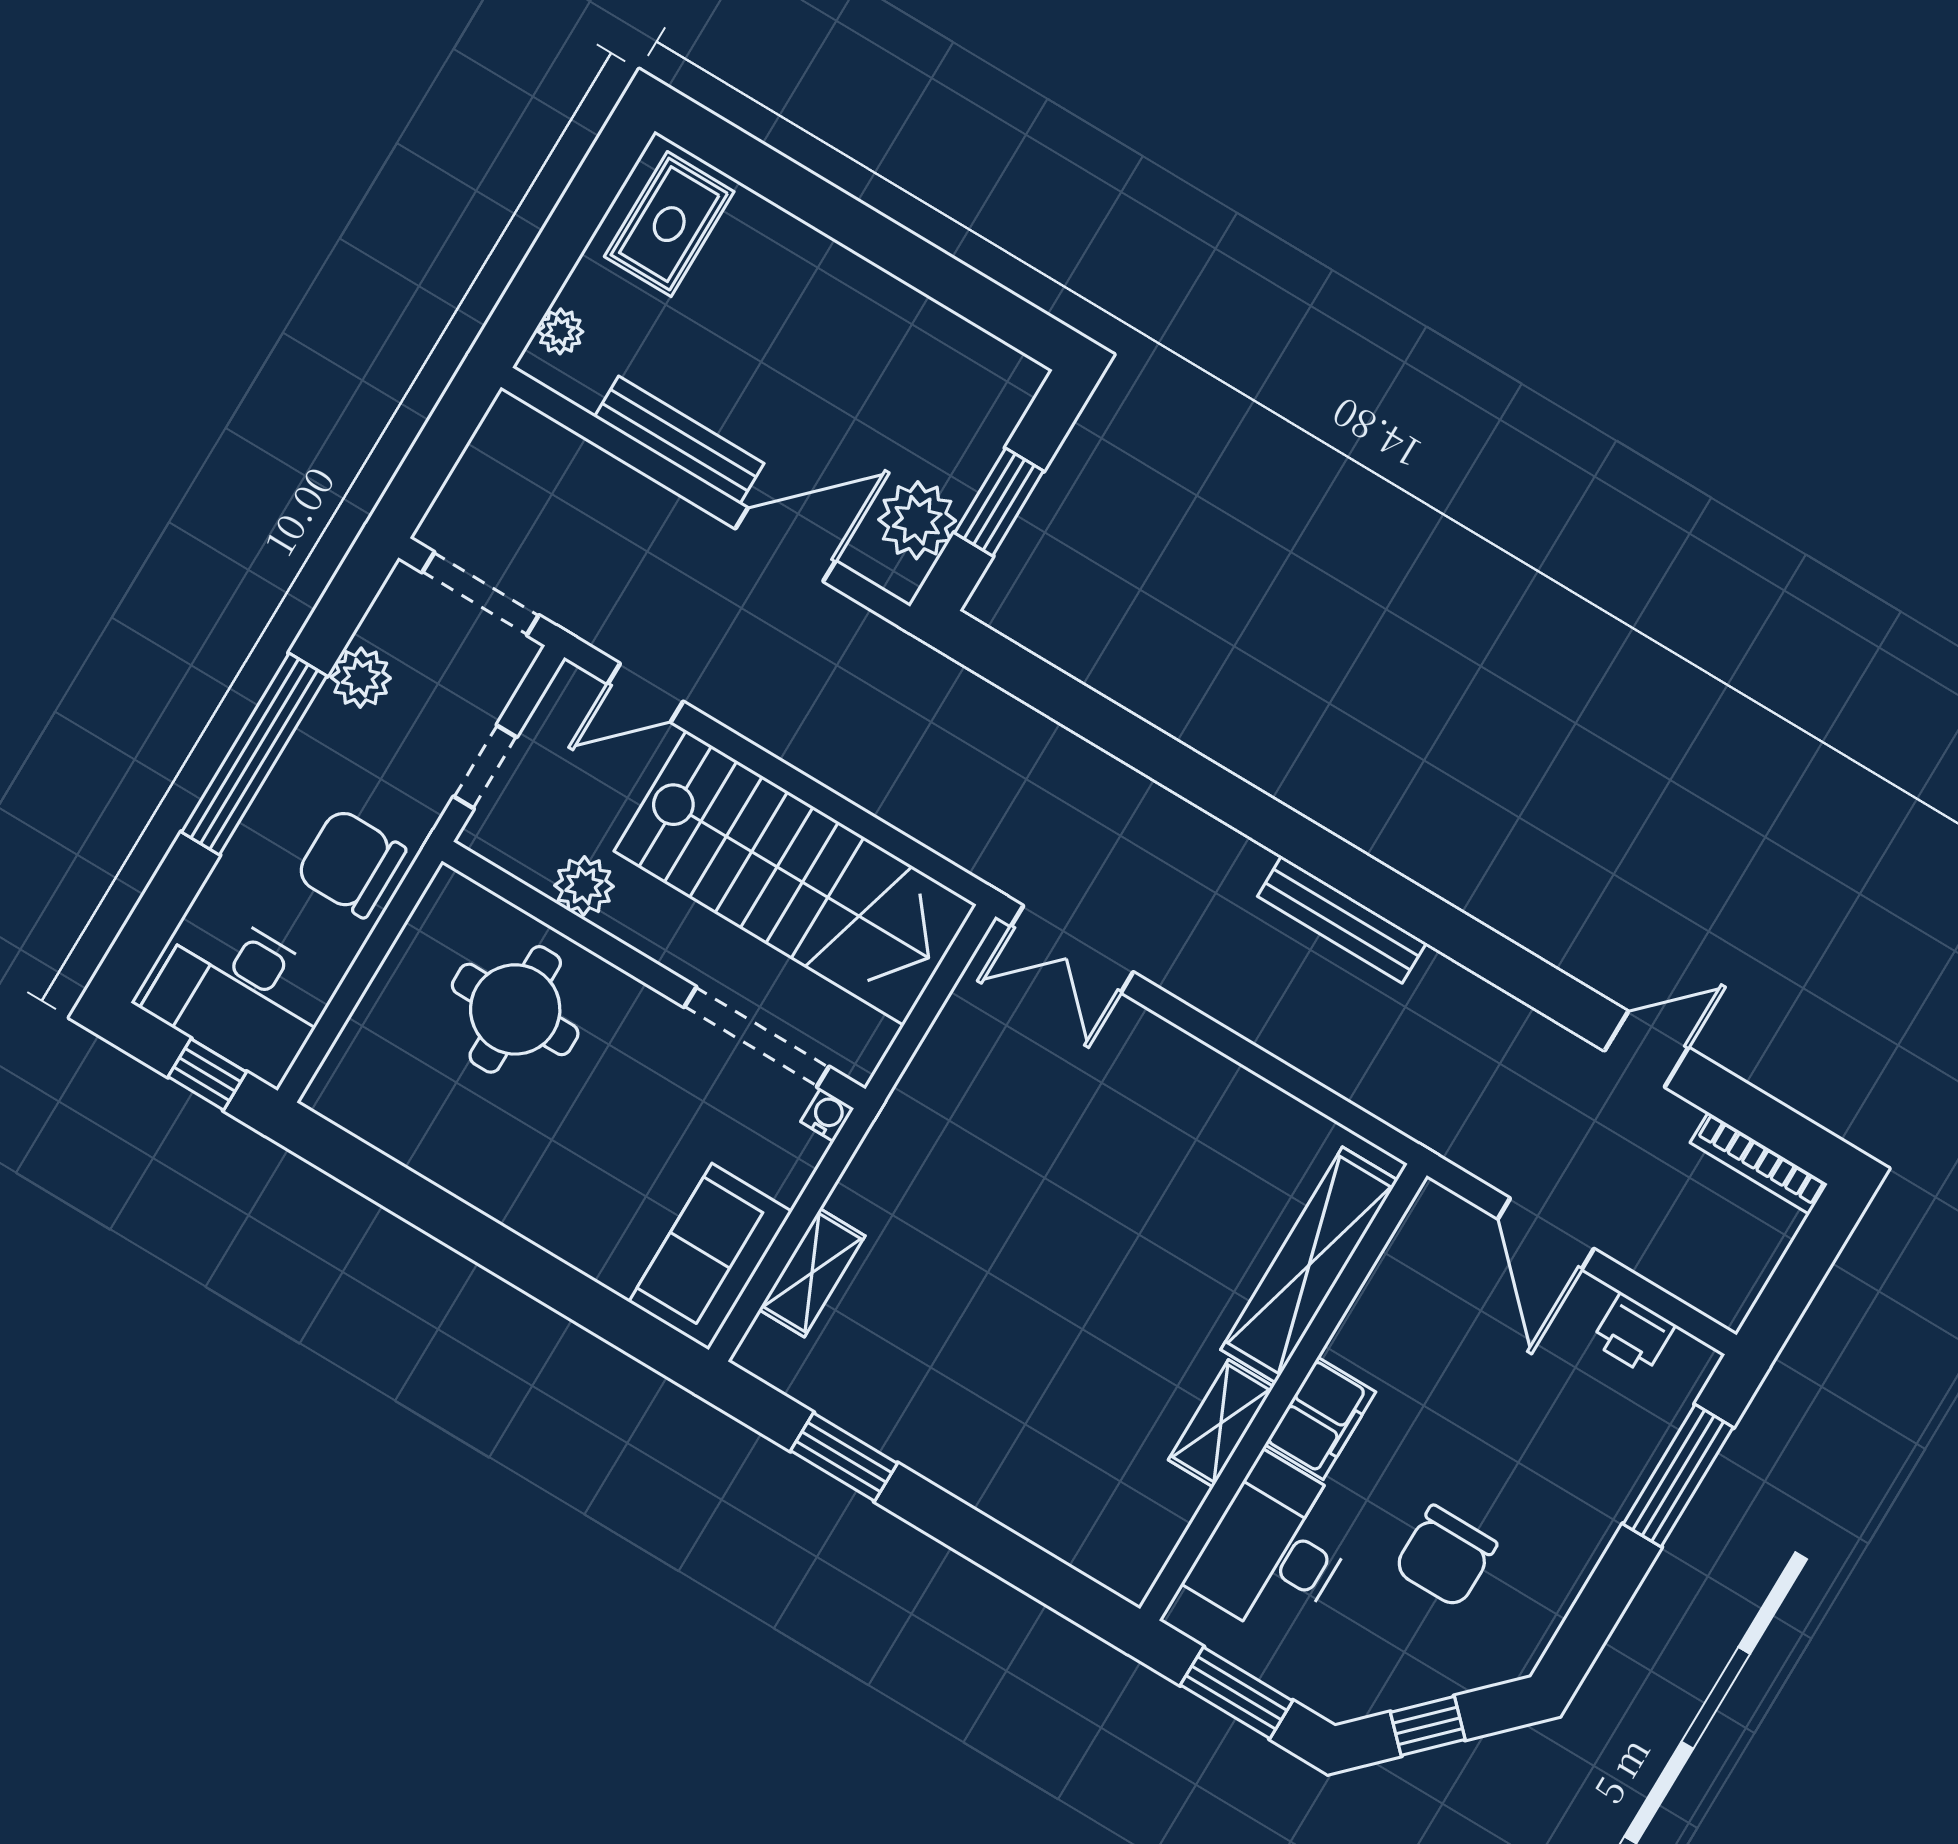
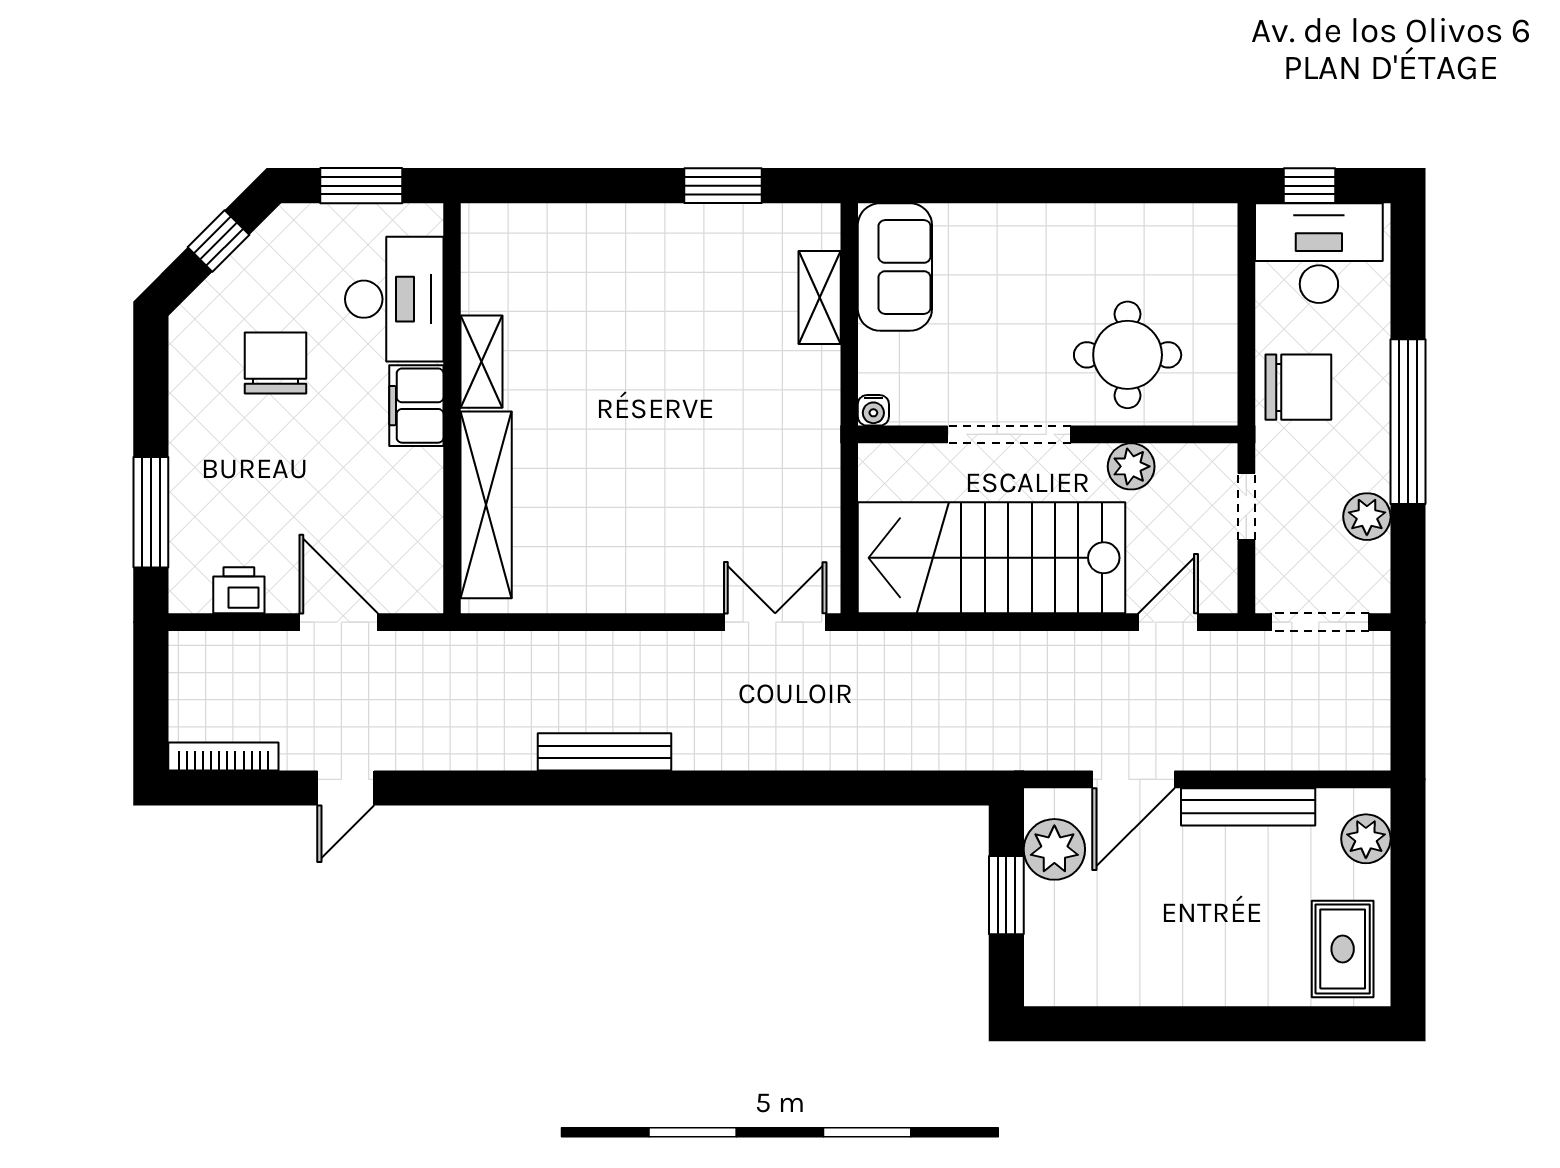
plant: (560, 331) -> (1366, 839), width x1.38, depth x1.38
doorway: (757, 1037) -> (1009, 434), moved

